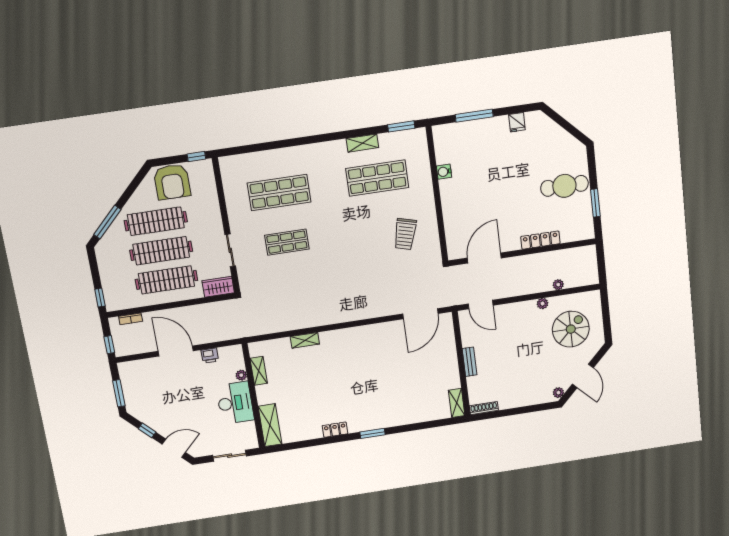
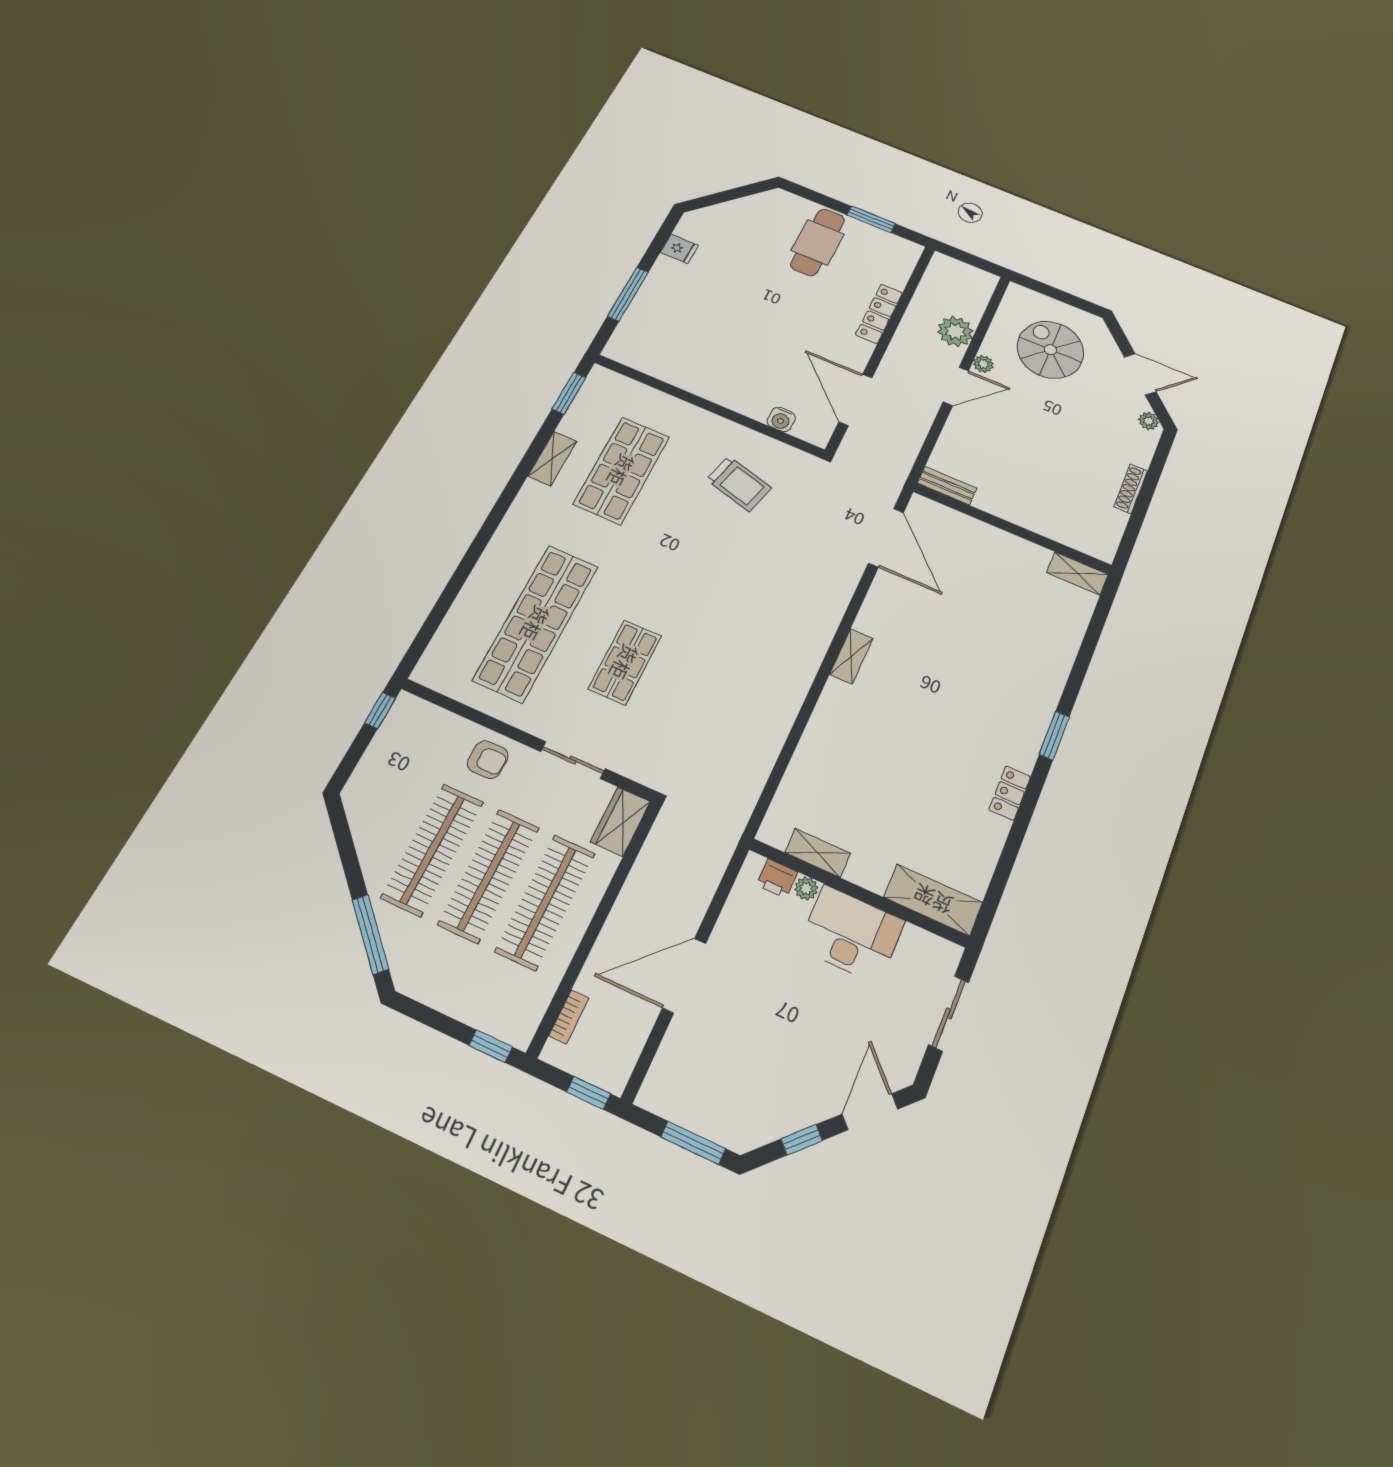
water cooler: (444, 172) -> (781, 419), moved
armchair: (172, 182) -> (488, 760), moved, width x0.53, depth x0.53
shop shelf: (279, 193) -> (536, 623), width x1.40
plant: (558, 285) -> (955, 331), width x1.88, depth x1.88
door: (481, 305) -> (956, 386), moved
shelving: (305, 340) -> (851, 656), moved
printer: (210, 356) -> (777, 878), moved, turned 90
bench: (469, 362) -> (947, 486), moved
shoe rack: (484, 408) -> (1131, 489), moved

